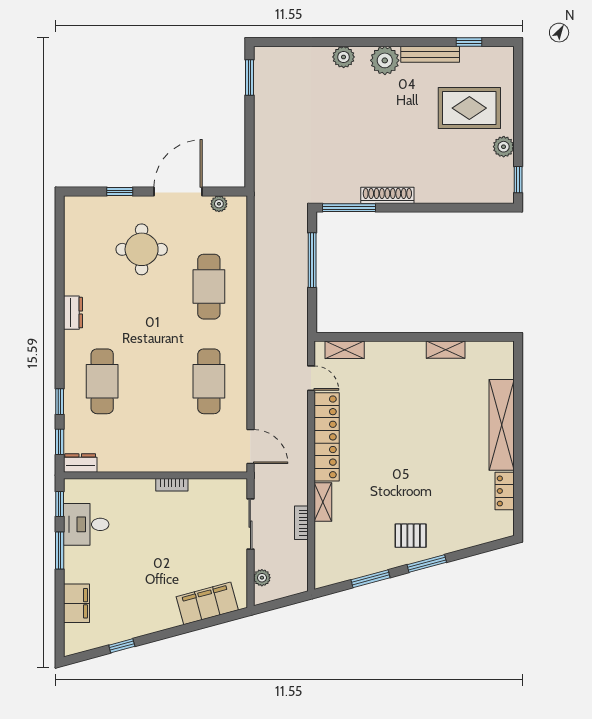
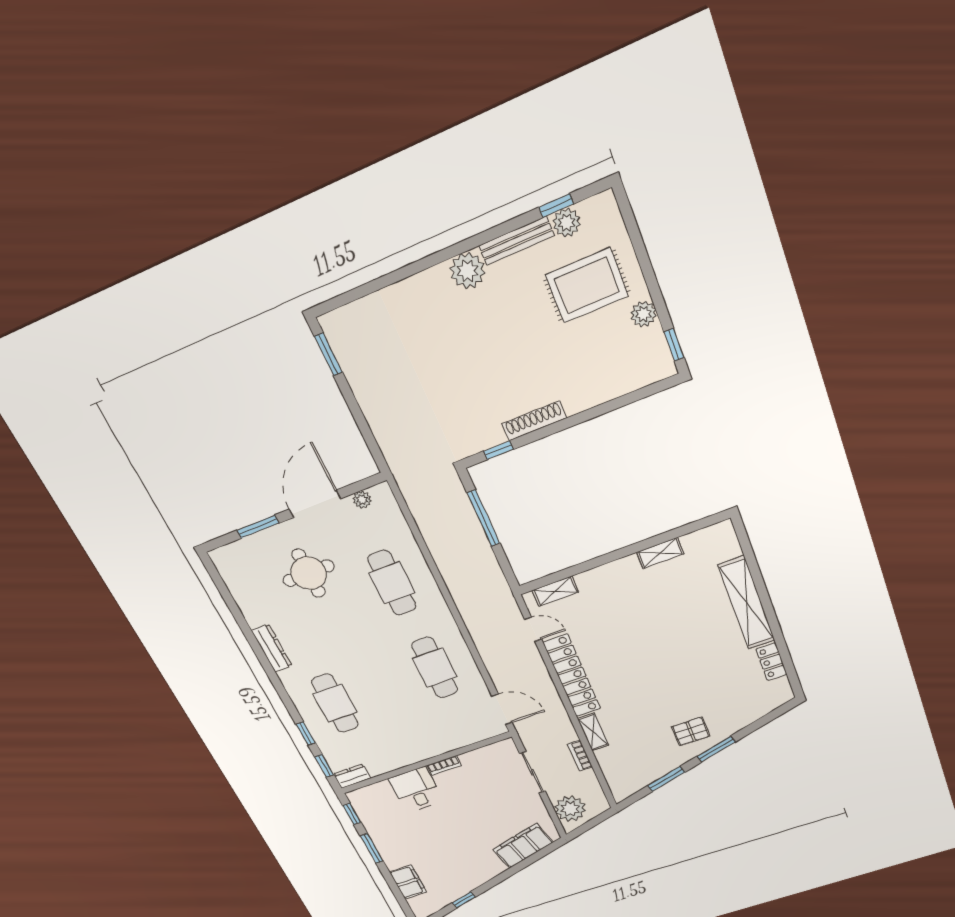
plant: (344, 57) -> (567, 223), moved
window: (120, 192) -> (258, 527), width x1.50
window: (349, 208) -> (498, 450), width x0.46
dresser: (73, 313) -> (272, 648), width x1.44
desk: (86, 524) -> (416, 790), moved, turned 90
plant: (262, 578) -> (570, 809), width x1.87, depth x1.87

